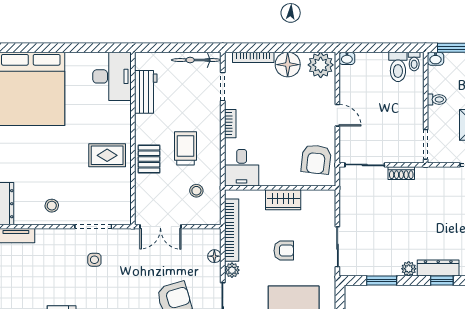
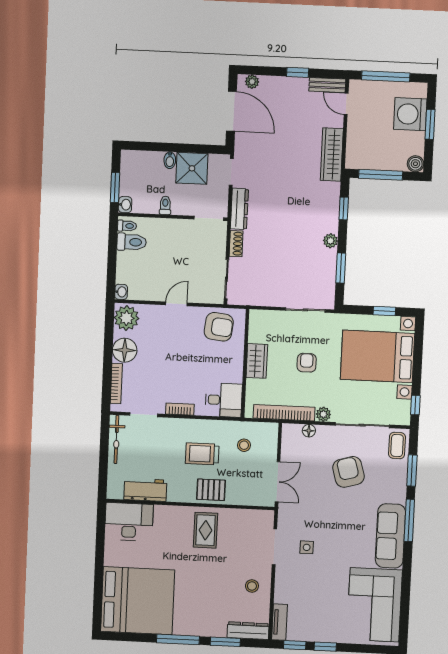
dresser: (438, 268) -> (239, 209), moved, turned 180

